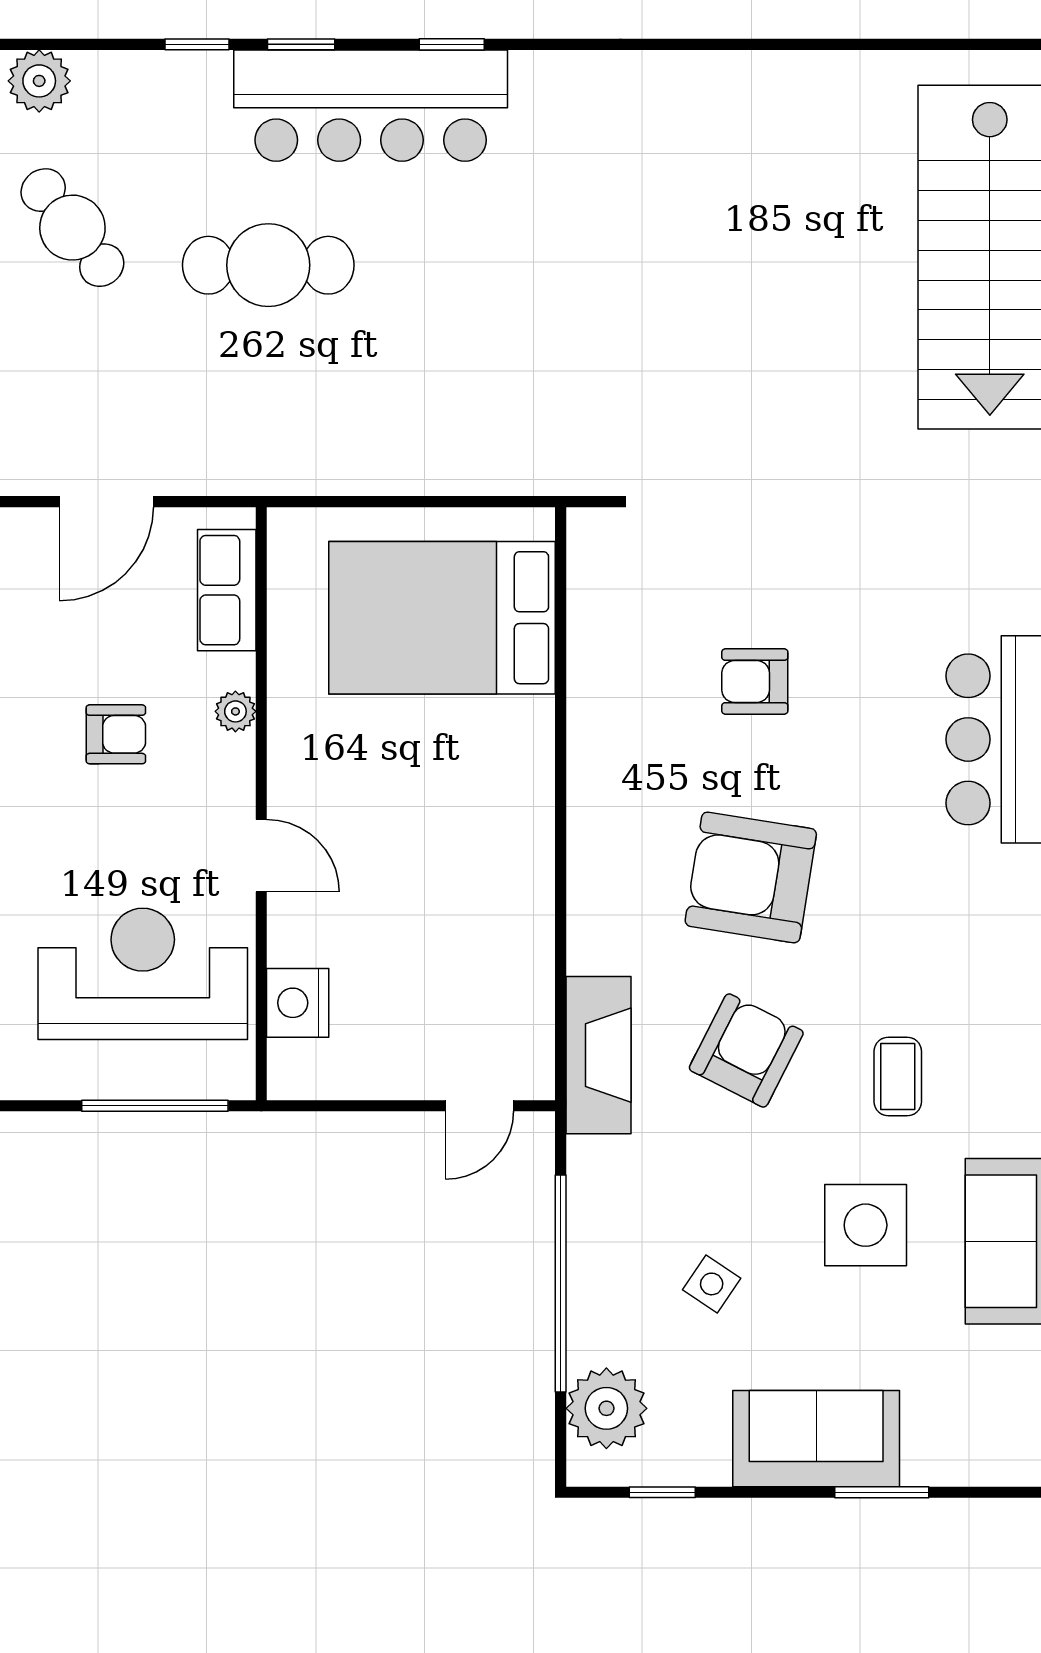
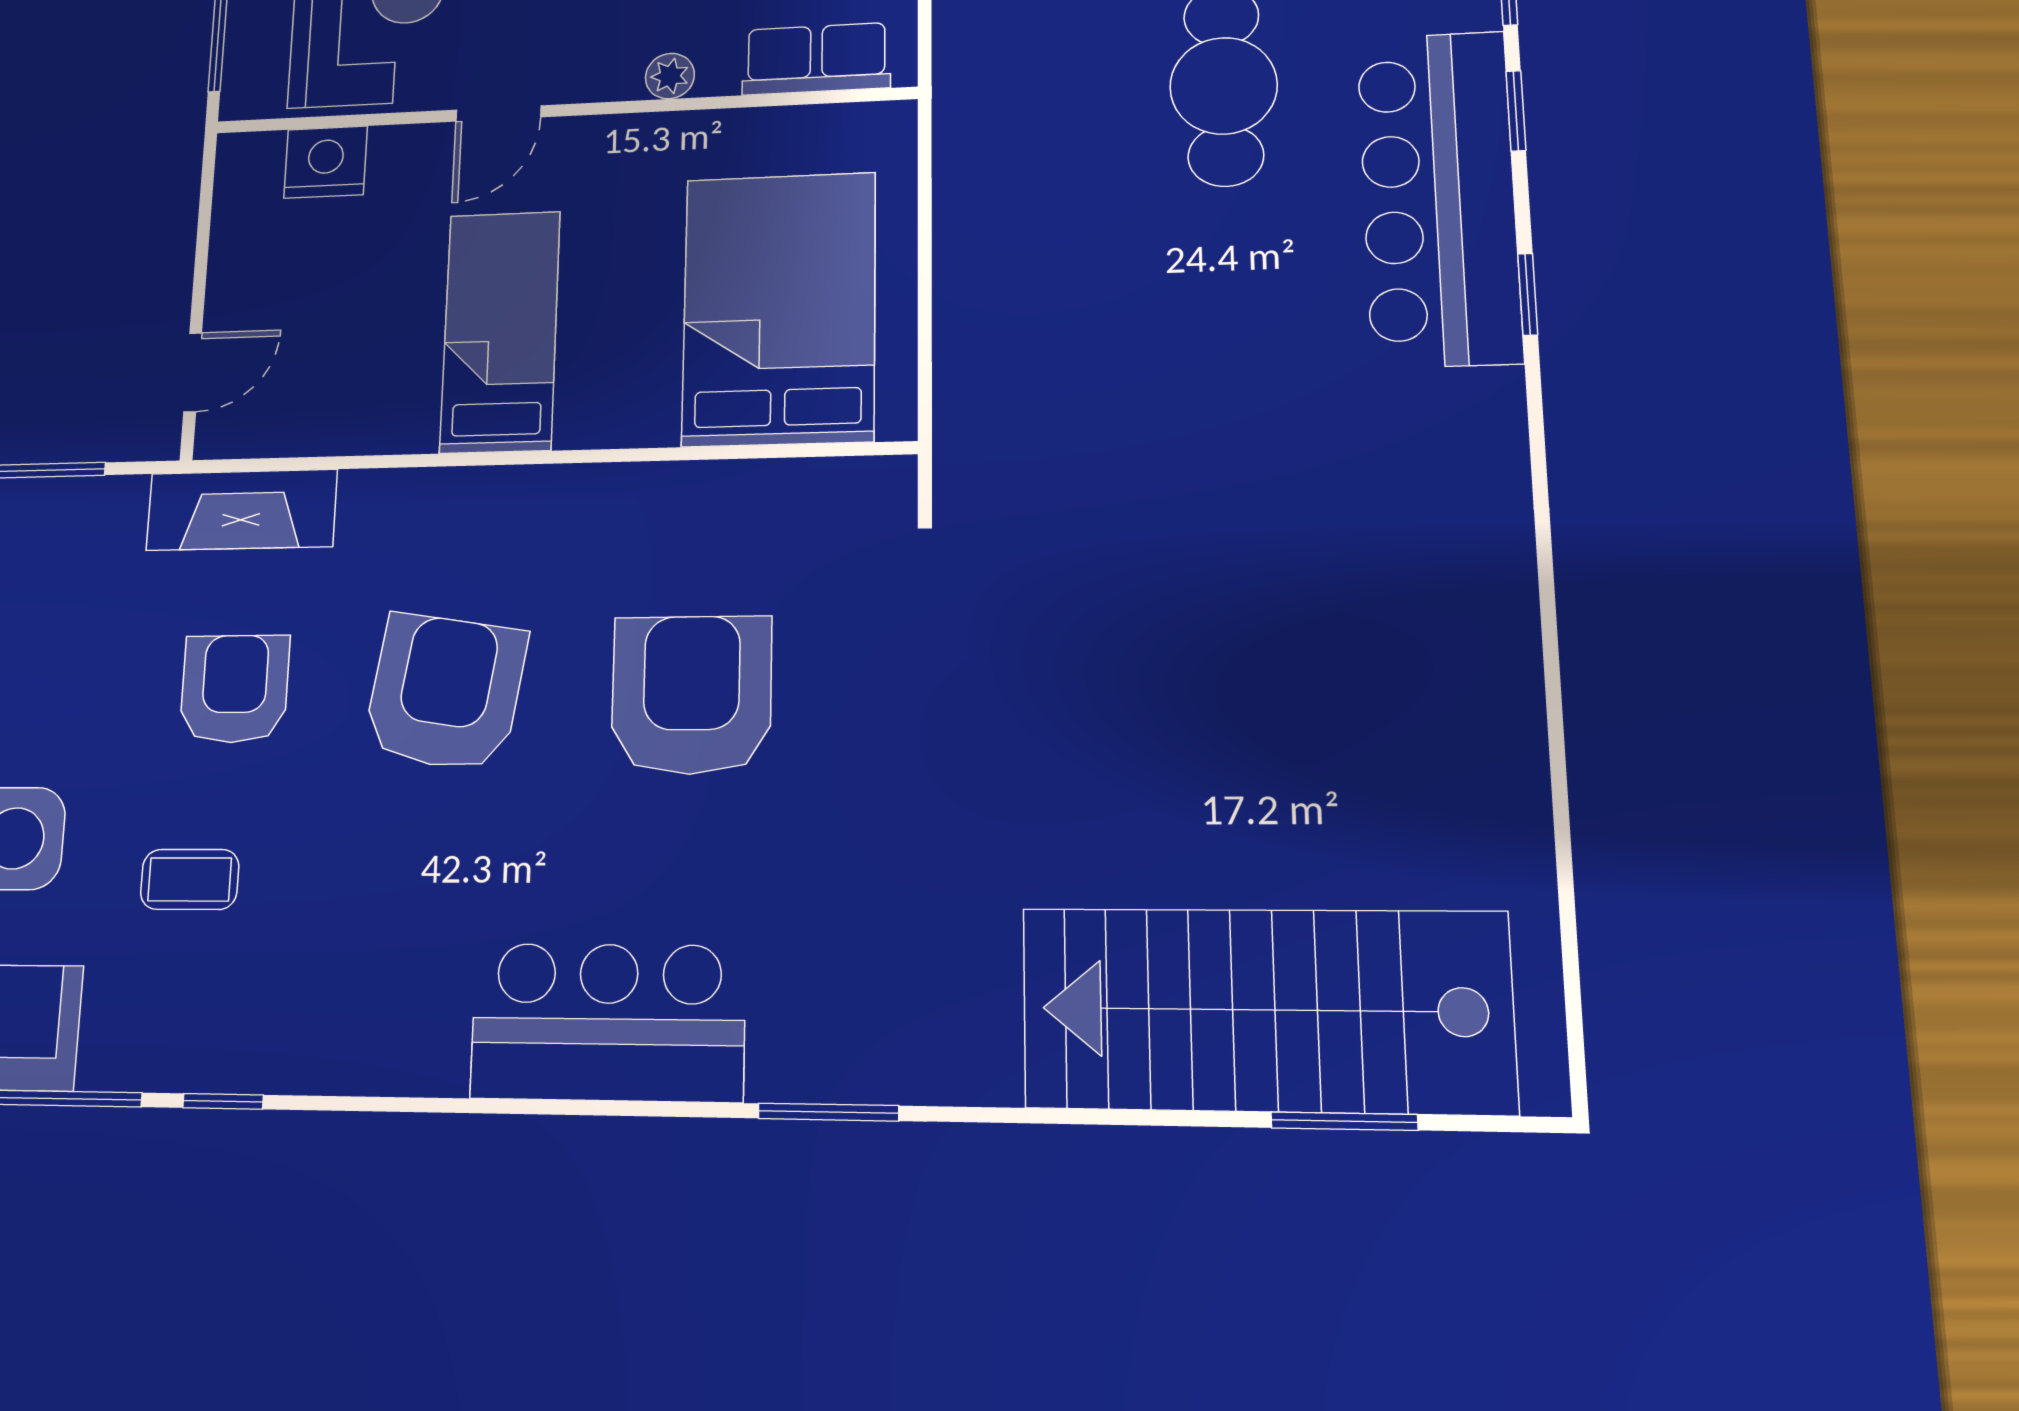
armchair: (755, 681) -> (691, 695), width x1.88, depth x1.88
bed: (453, 846) -> (500, 332), added
armchair: (746, 1050) -> (235, 689), turned -117
door: (479, 1106) -> (193, 372), swing flipped

